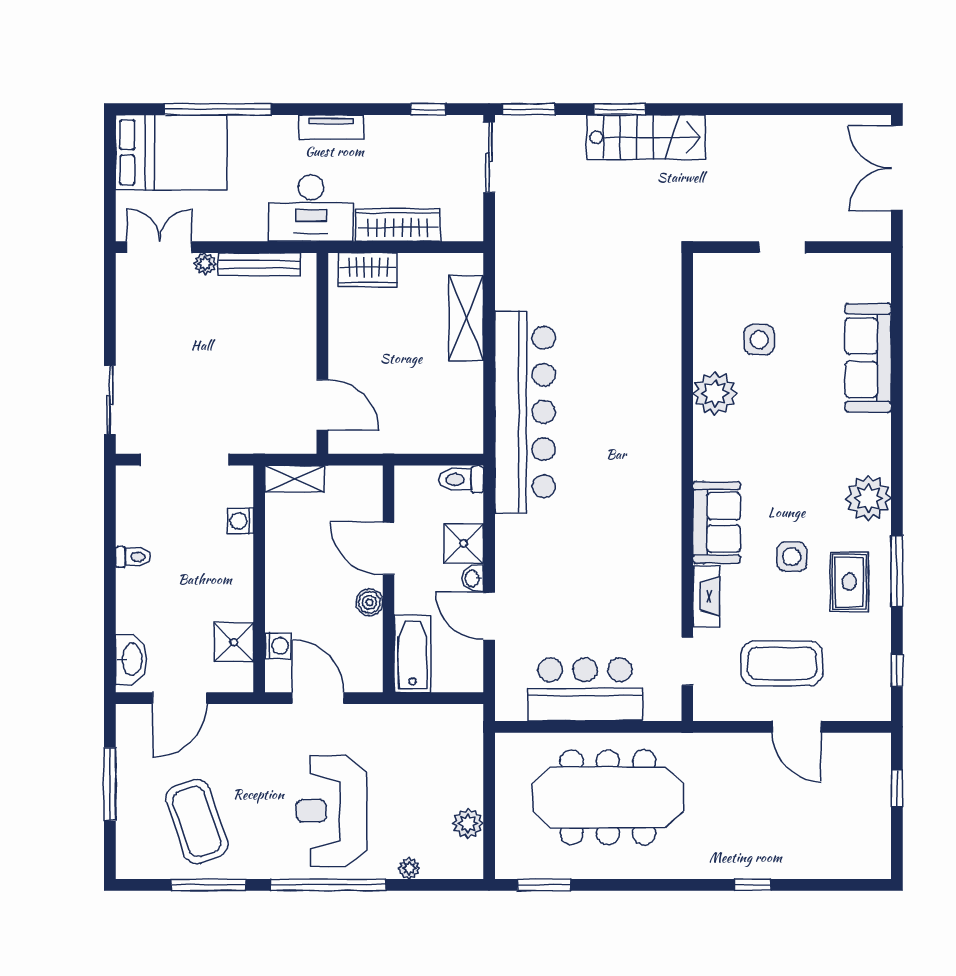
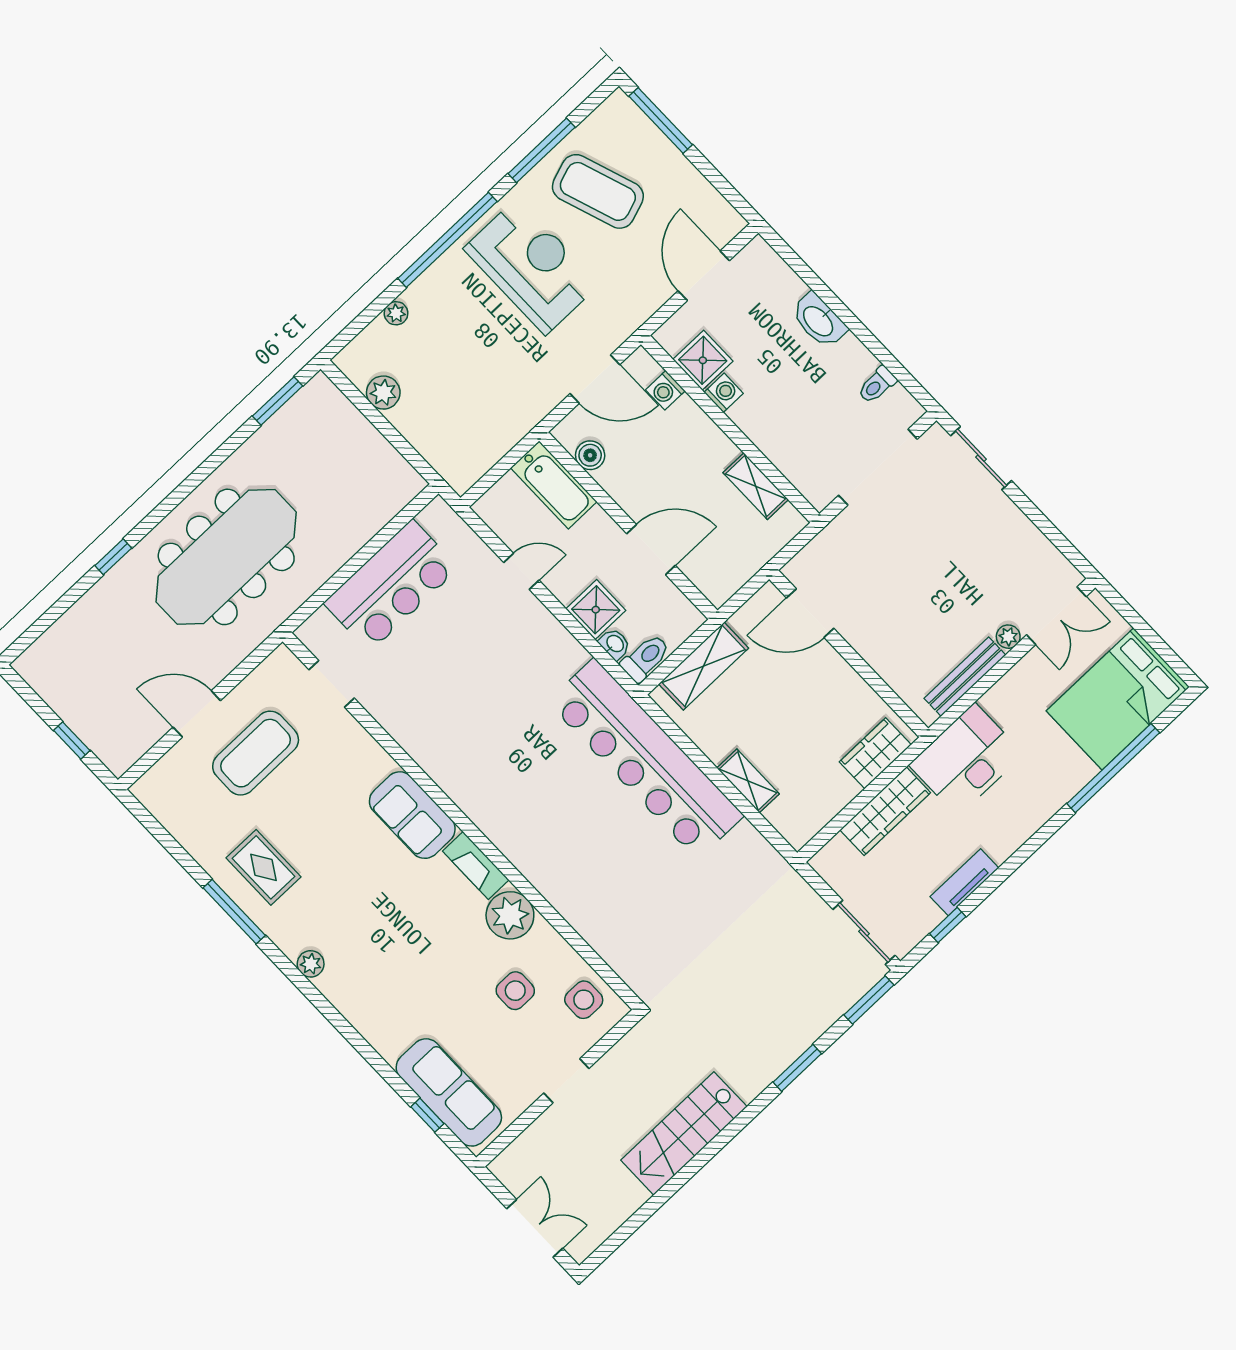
tv unit: (331, 127) -> (964, 882), moved
stairs: (646, 137) -> (684, 1133), moved
double door: (897, 168) -> (535, 1228), width x0.73
shelving: (466, 318) -> (748, 781), width x0.67, depth x0.75
sofa: (868, 358) -> (449, 1092), moved
shelving: (427, 437) -> (704, 666), added
shelving: (295, 479) -> (756, 486), moved, turned 90
plant: (868, 498) -> (311, 964), width x0.53, depth x0.53
washing machine: (241, 521) -> (724, 393), moved
toilet: (133, 557) -> (877, 385), moved
side table: (792, 557) -> (584, 1000), moved
washbasin: (473, 578) -> (615, 644), moved
fireplace: (706, 596) -> (476, 866), moved
boiler: (369, 602) -> (590, 455), moved
door: (489, 616) -> (521, 571), width x0.73
washbasin: (131, 659) -> (819, 321), moved
window: (897, 670) -> (427, 1115), moved
window: (110, 784) -> (661, 120), moved
meeting table: (608, 797) -> (226, 557), moved
reception desk: (331, 811) -> (531, 266), moved

